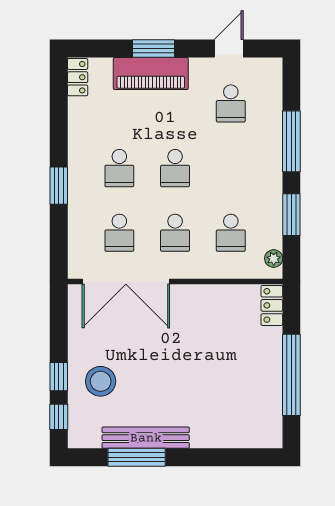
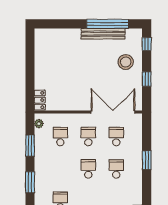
window: (291, 141) -> (30, 182), width x0.69
window: (291, 375) -> (30, 65), removed
window: (59, 377) -> (147, 79), moved
window: (137, 457) -> (108, 24), width x1.46

